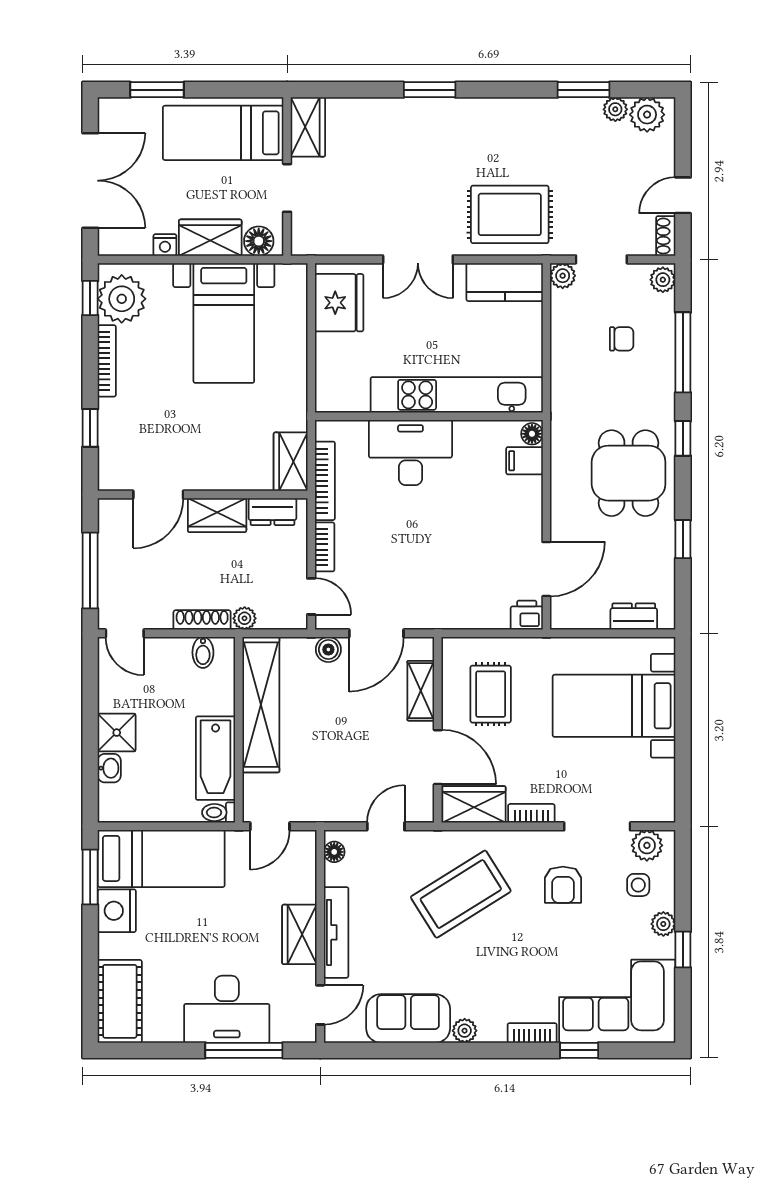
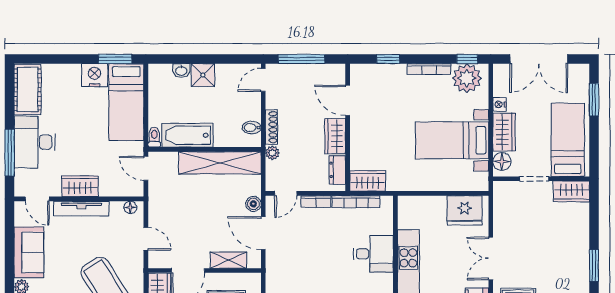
desk: (410, 452) -> (373, 254), width x0.73
cot: (120, 1001) -> (28, 89), moved, turned 90

